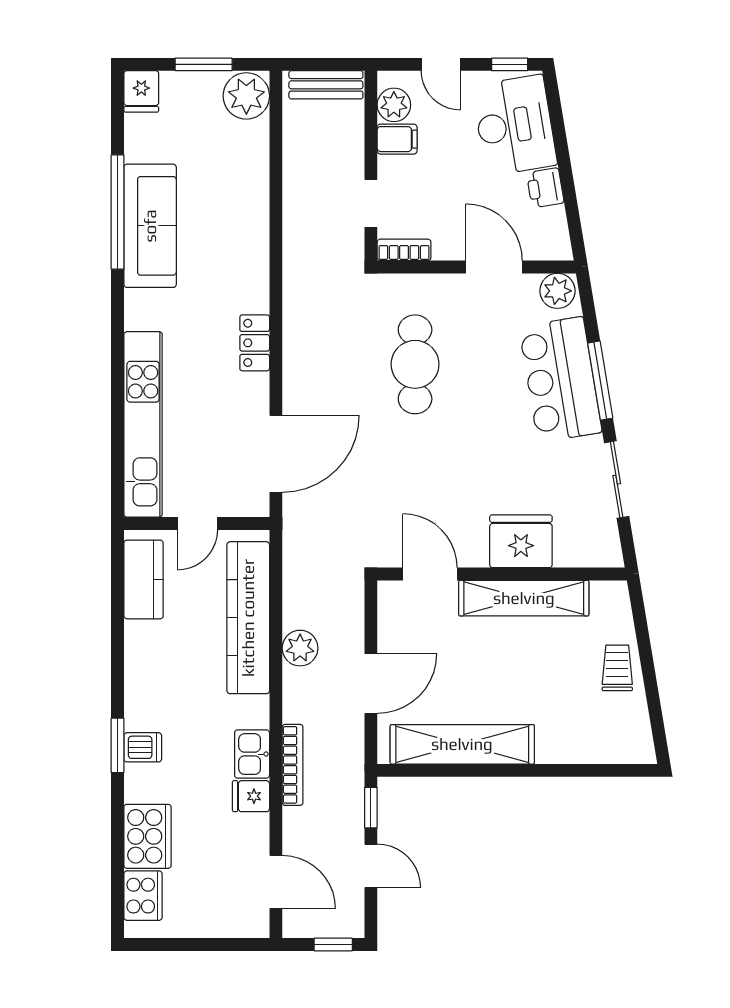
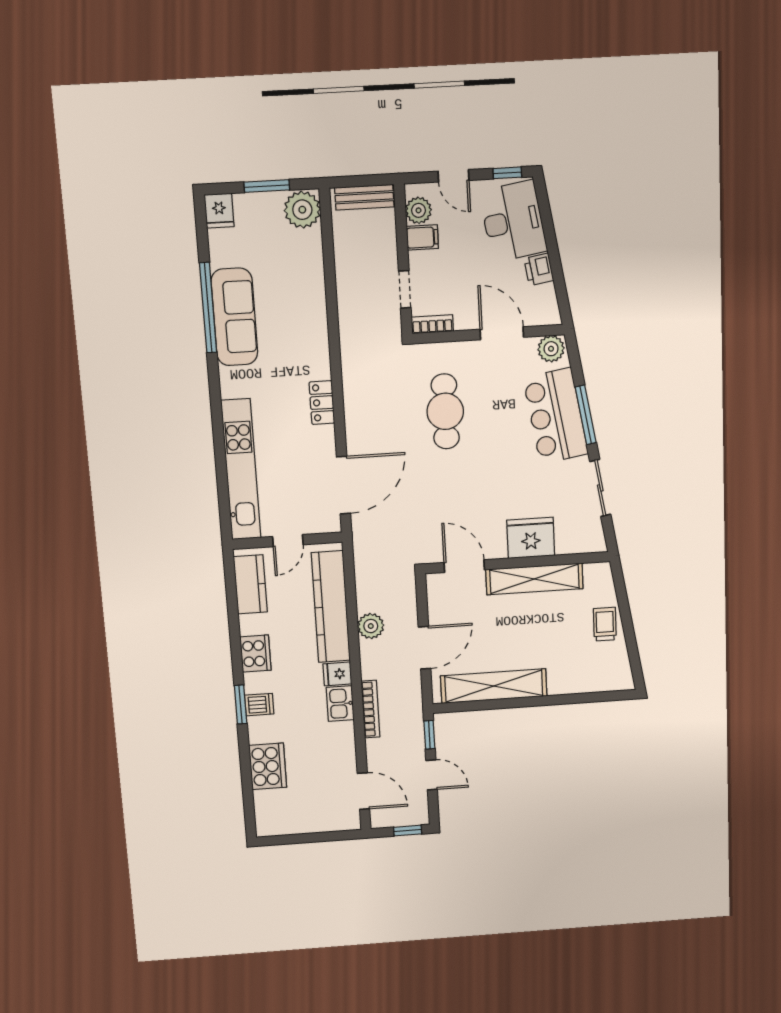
fridge: (251, 796) -> (337, 674), moved
cooker: (143, 896) -> (255, 654), moved

